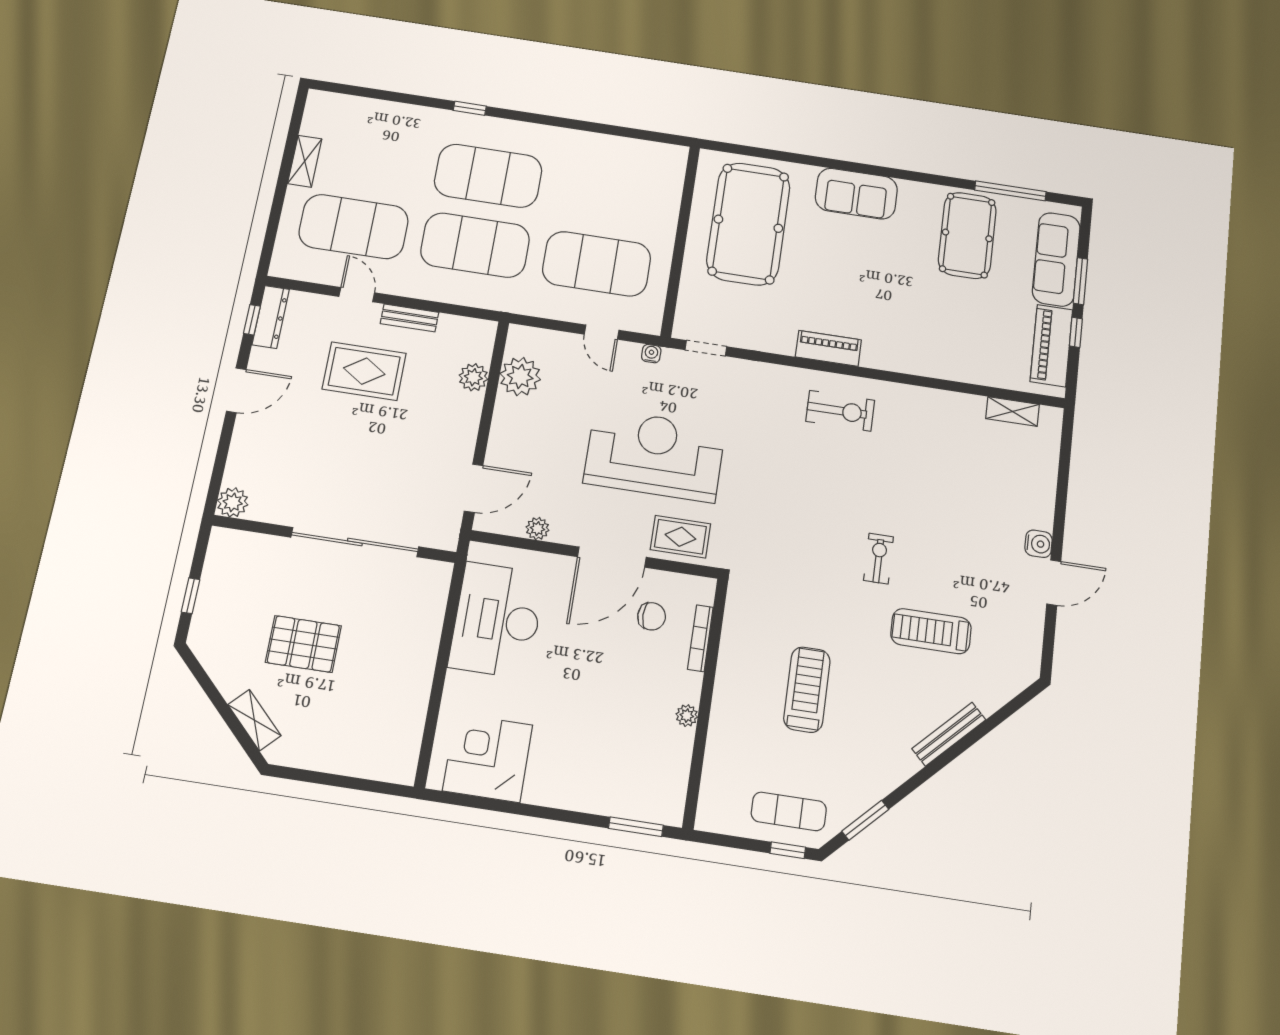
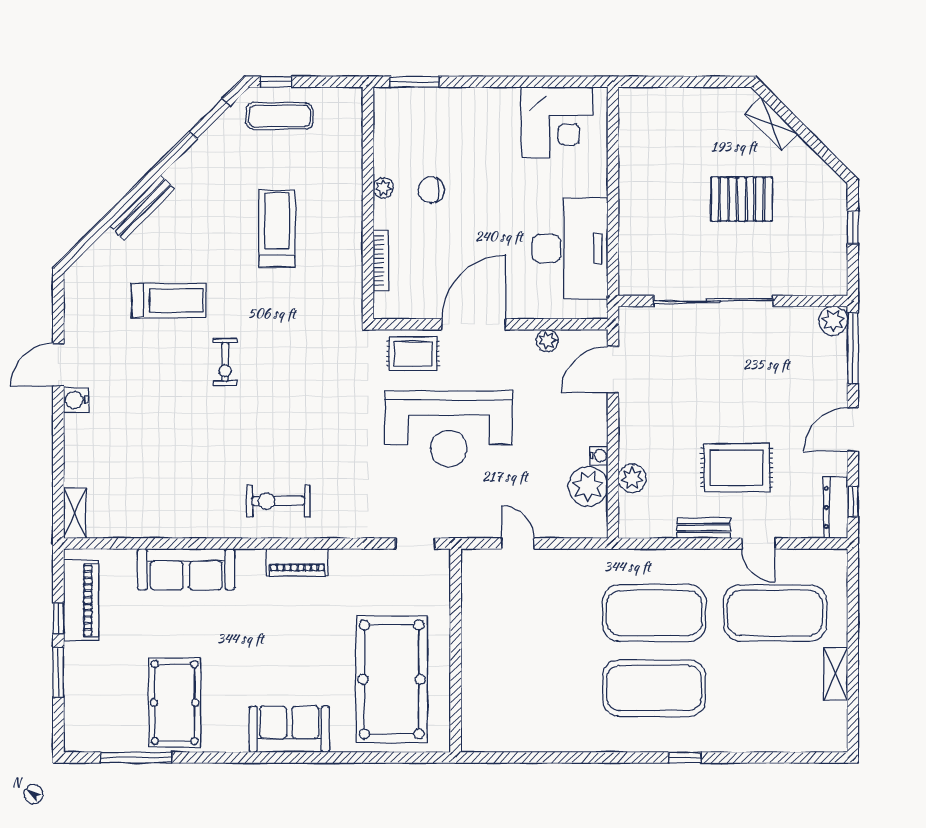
sofa: (1056, 259) -> (186, 569), moved, turned 90
exercise mat: (597, 264) -> (533, 613), removed
water cooler: (651, 354) -> (599, 456), moved, turned -90
shelving: (1013, 411) -> (75, 513), moved, turned 90
window: (218, 471) -> (853, 348), added
chair: (652, 616) -> (431, 190), moved
treadmill: (807, 690) -> (277, 229), turned 180

